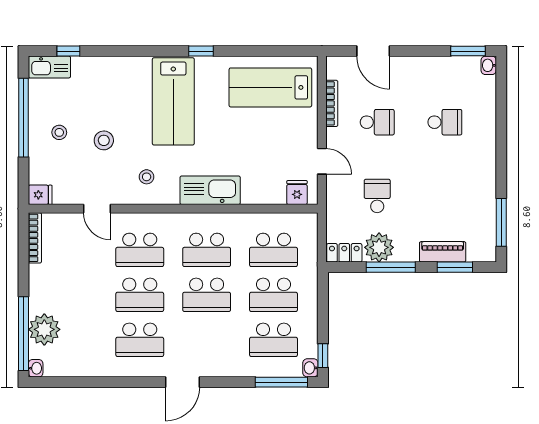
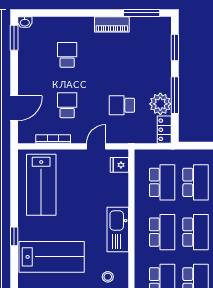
piano: (443, 252) -> (112, 24), moved, turned -90

